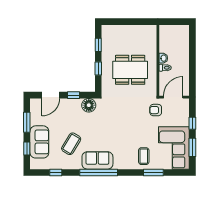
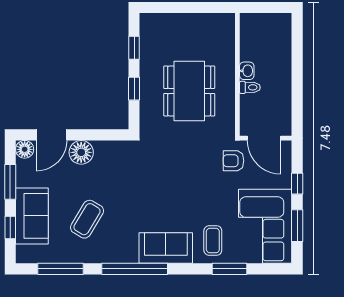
dining table: (130, 70) -> (189, 91), turned 90
window: (73, 95) -> (91, 135), removed
door: (173, 97) -> (264, 138), swing flipped
floor lamp: (35, 103) -> (25, 149), added
floor lamp: (89, 105) -> (81, 152), moved
sofa: (97, 160) -> (166, 248), moved
window: (56, 172) -> (60, 269), width x2.17

